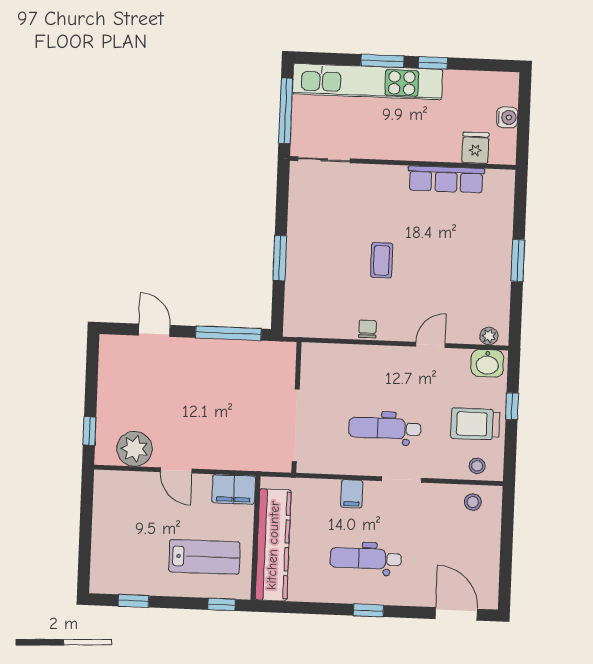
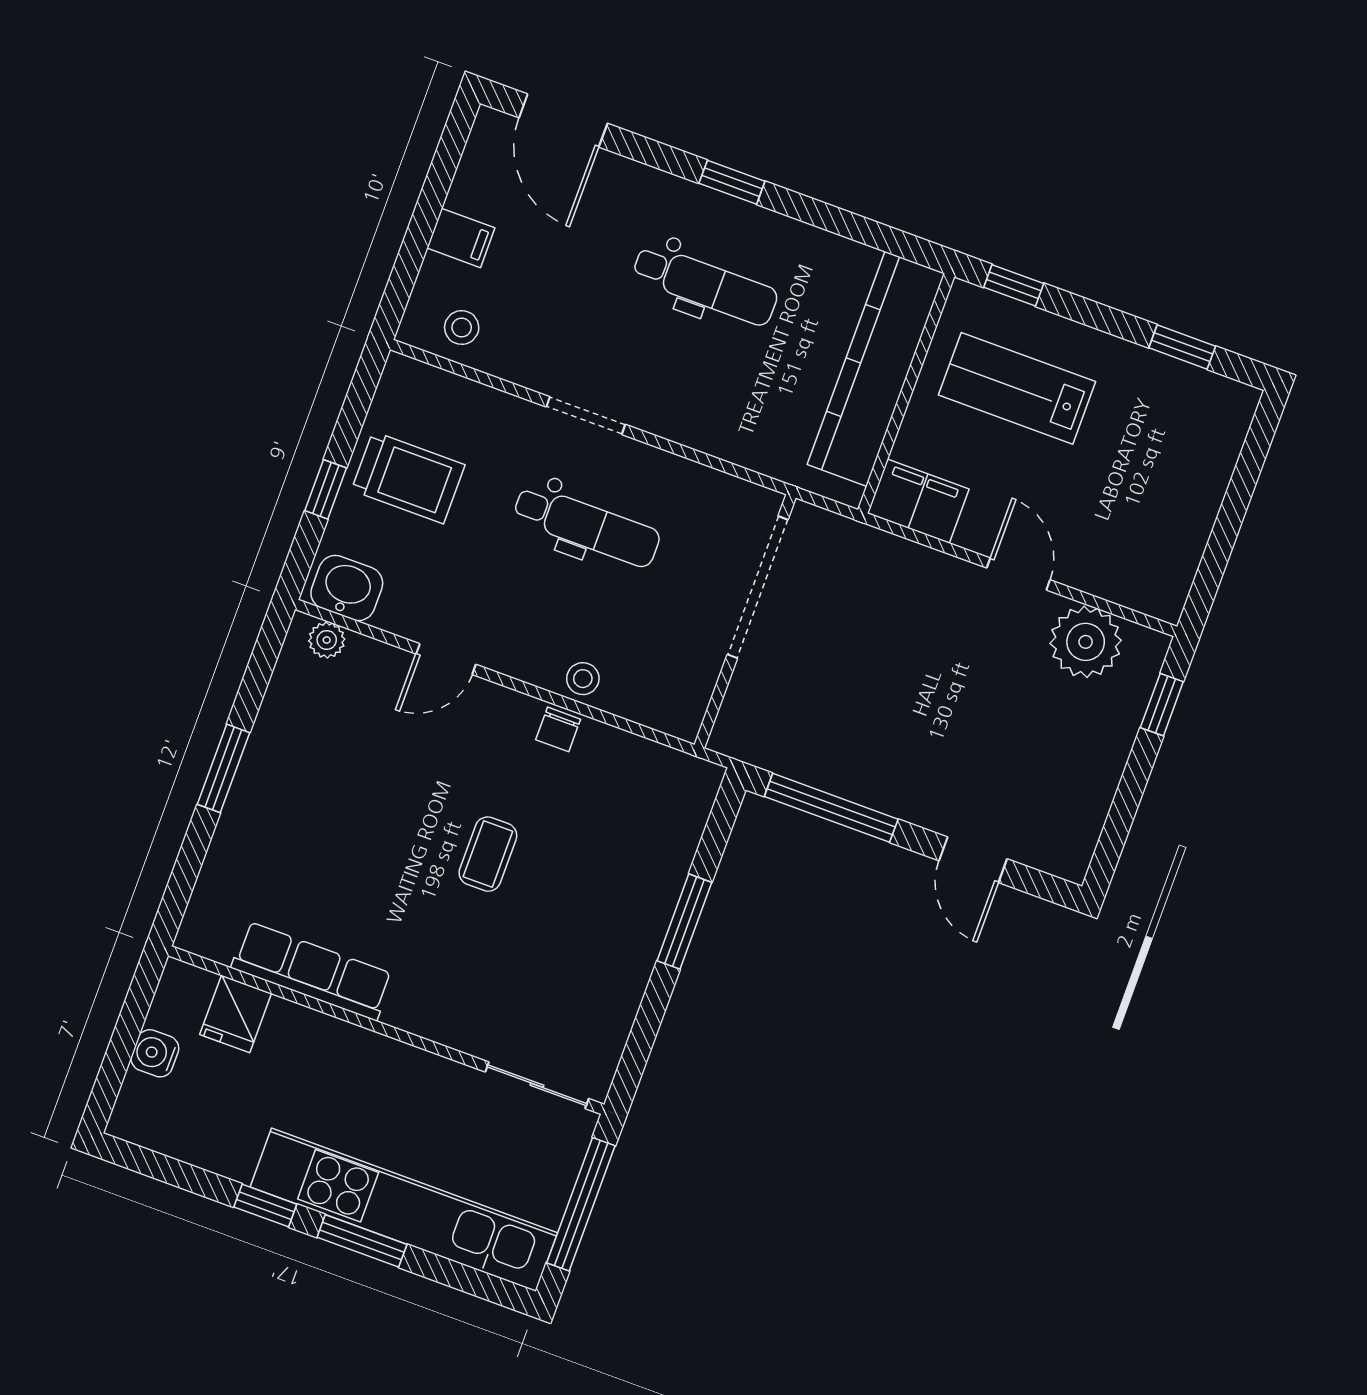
stool: (477, 466) -> (583, 679), moved
filing cabinet: (352, 494) -> (461, 238), moved, turned 90

